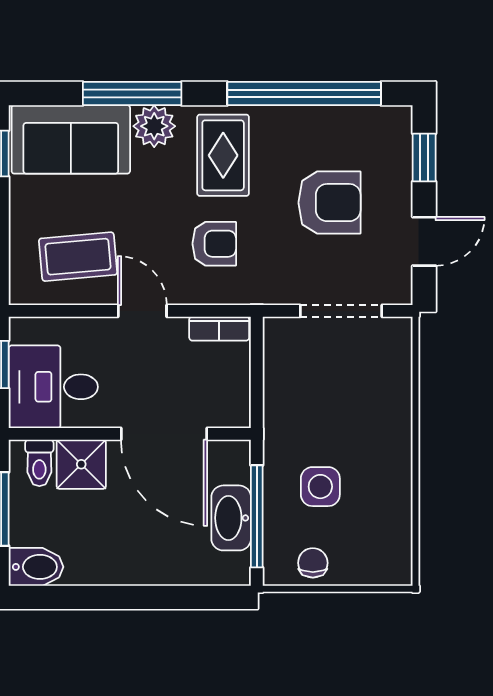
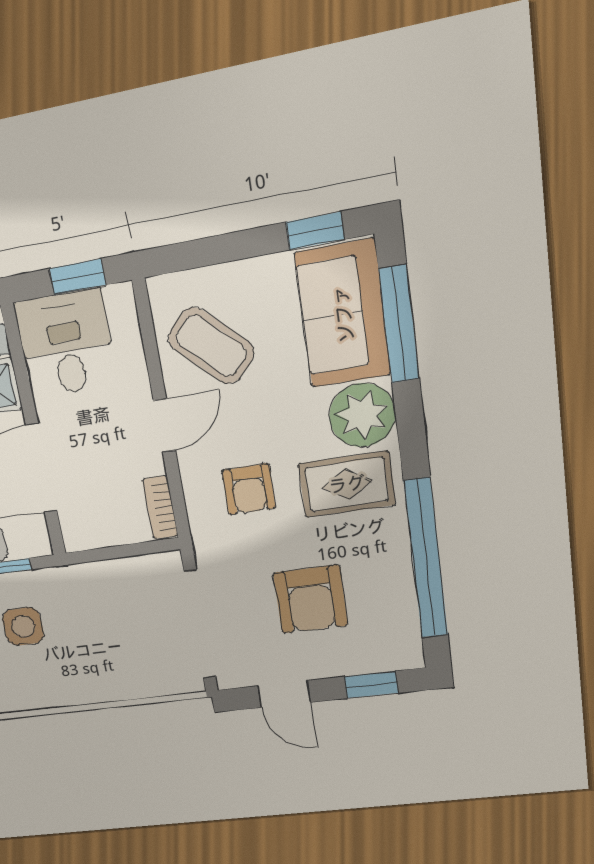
window: (132, 94) -> (399, 324), moved
plant: (154, 126) -> (362, 415), width x1.36, depth x1.36
coffee table: (78, 257) -> (211, 346), turned -41
doorway: (341, 311) -> (200, 624), width x1.36

